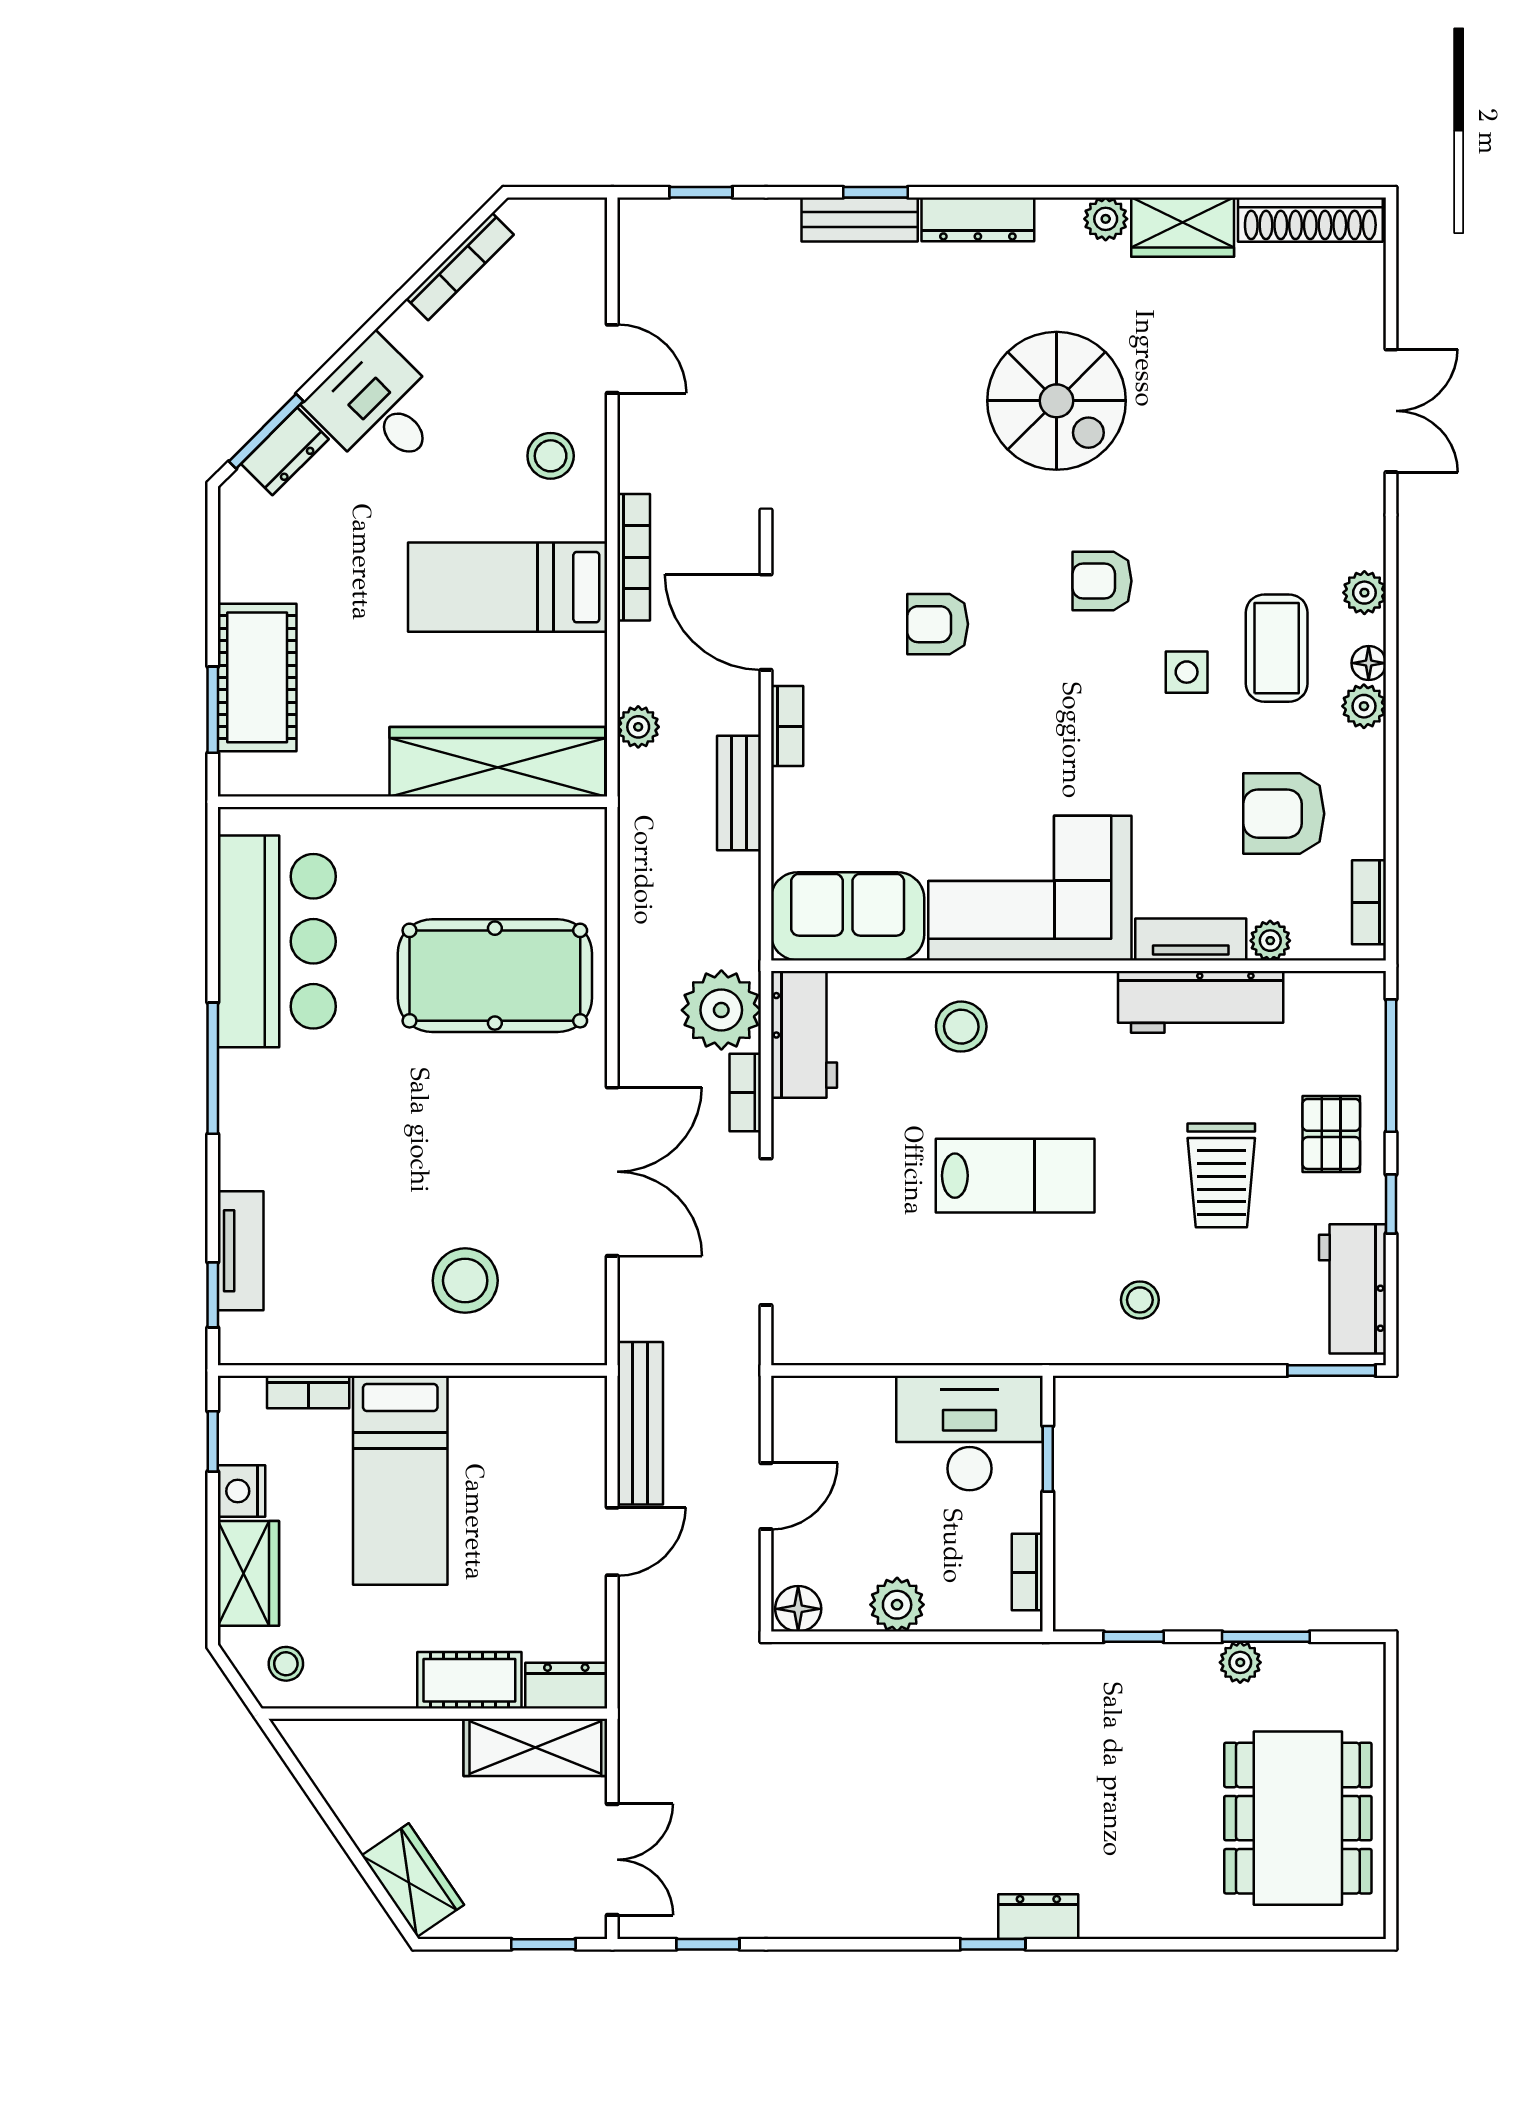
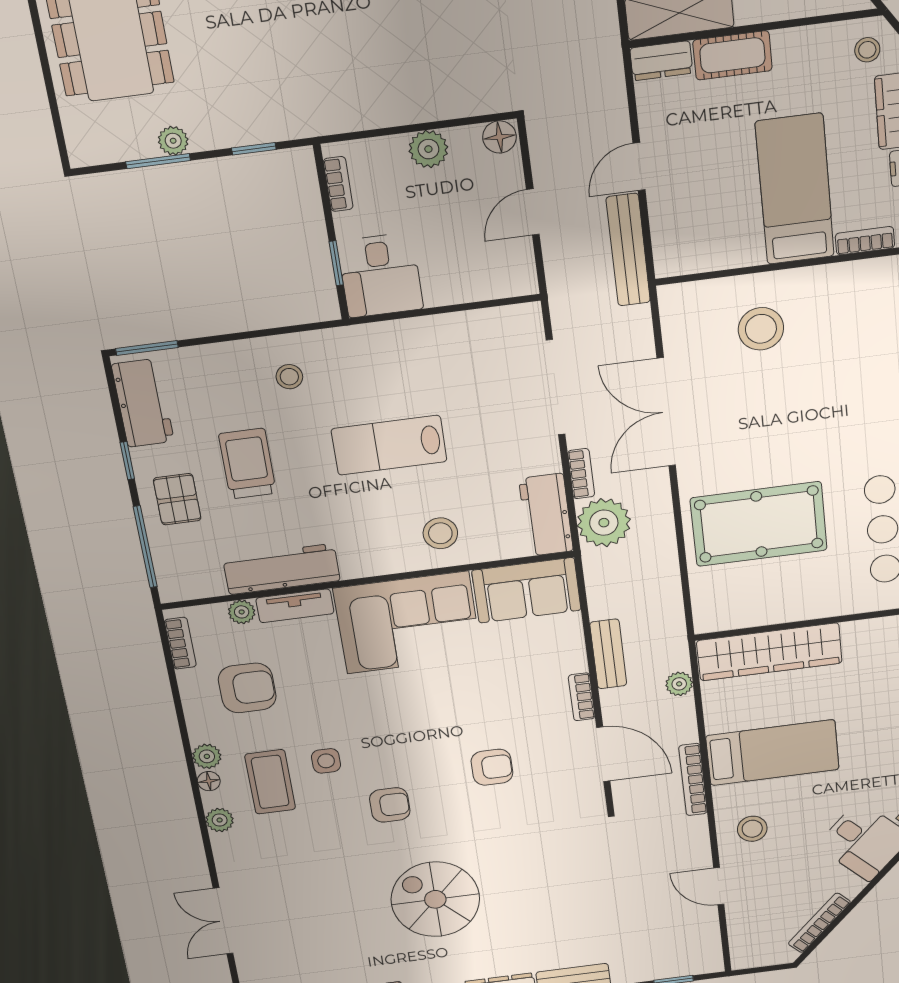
desk: (969, 1433) -> (380, 275), width x0.73

